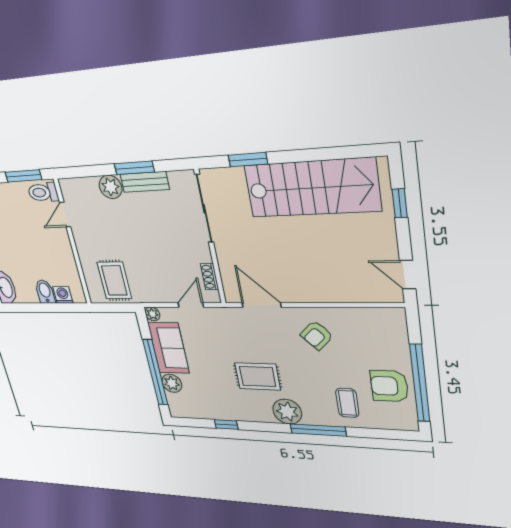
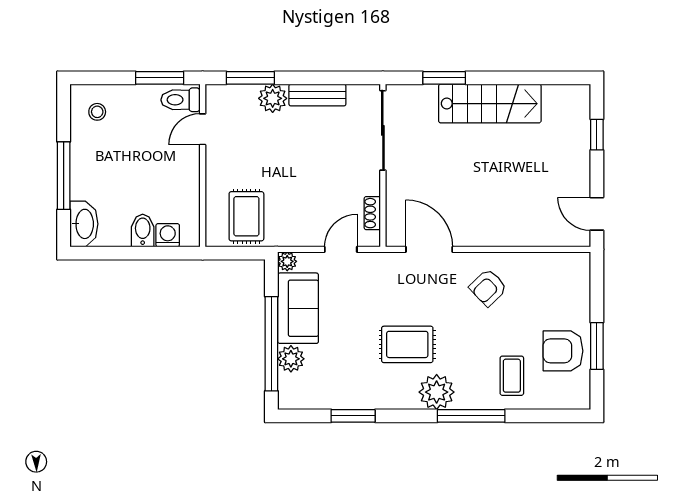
window: (134, 168) -> (250, 78), moved
stairs: (312, 188) -> (490, 104), width x0.73, depth x0.66
window: (420, 383) -> (597, 346), width x0.47
window: (226, 425) -> (353, 416), width x1.50

